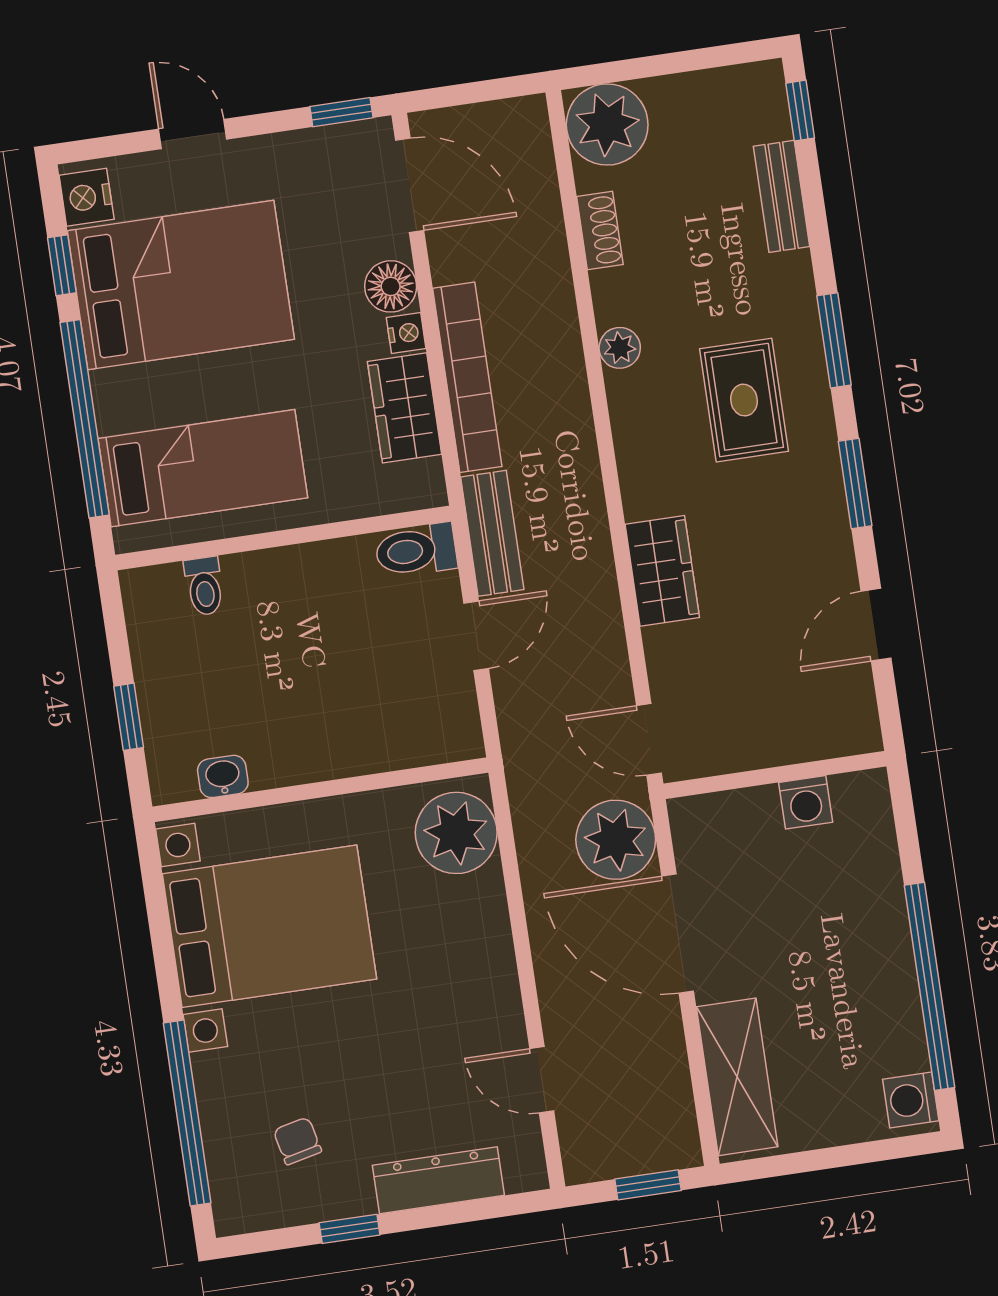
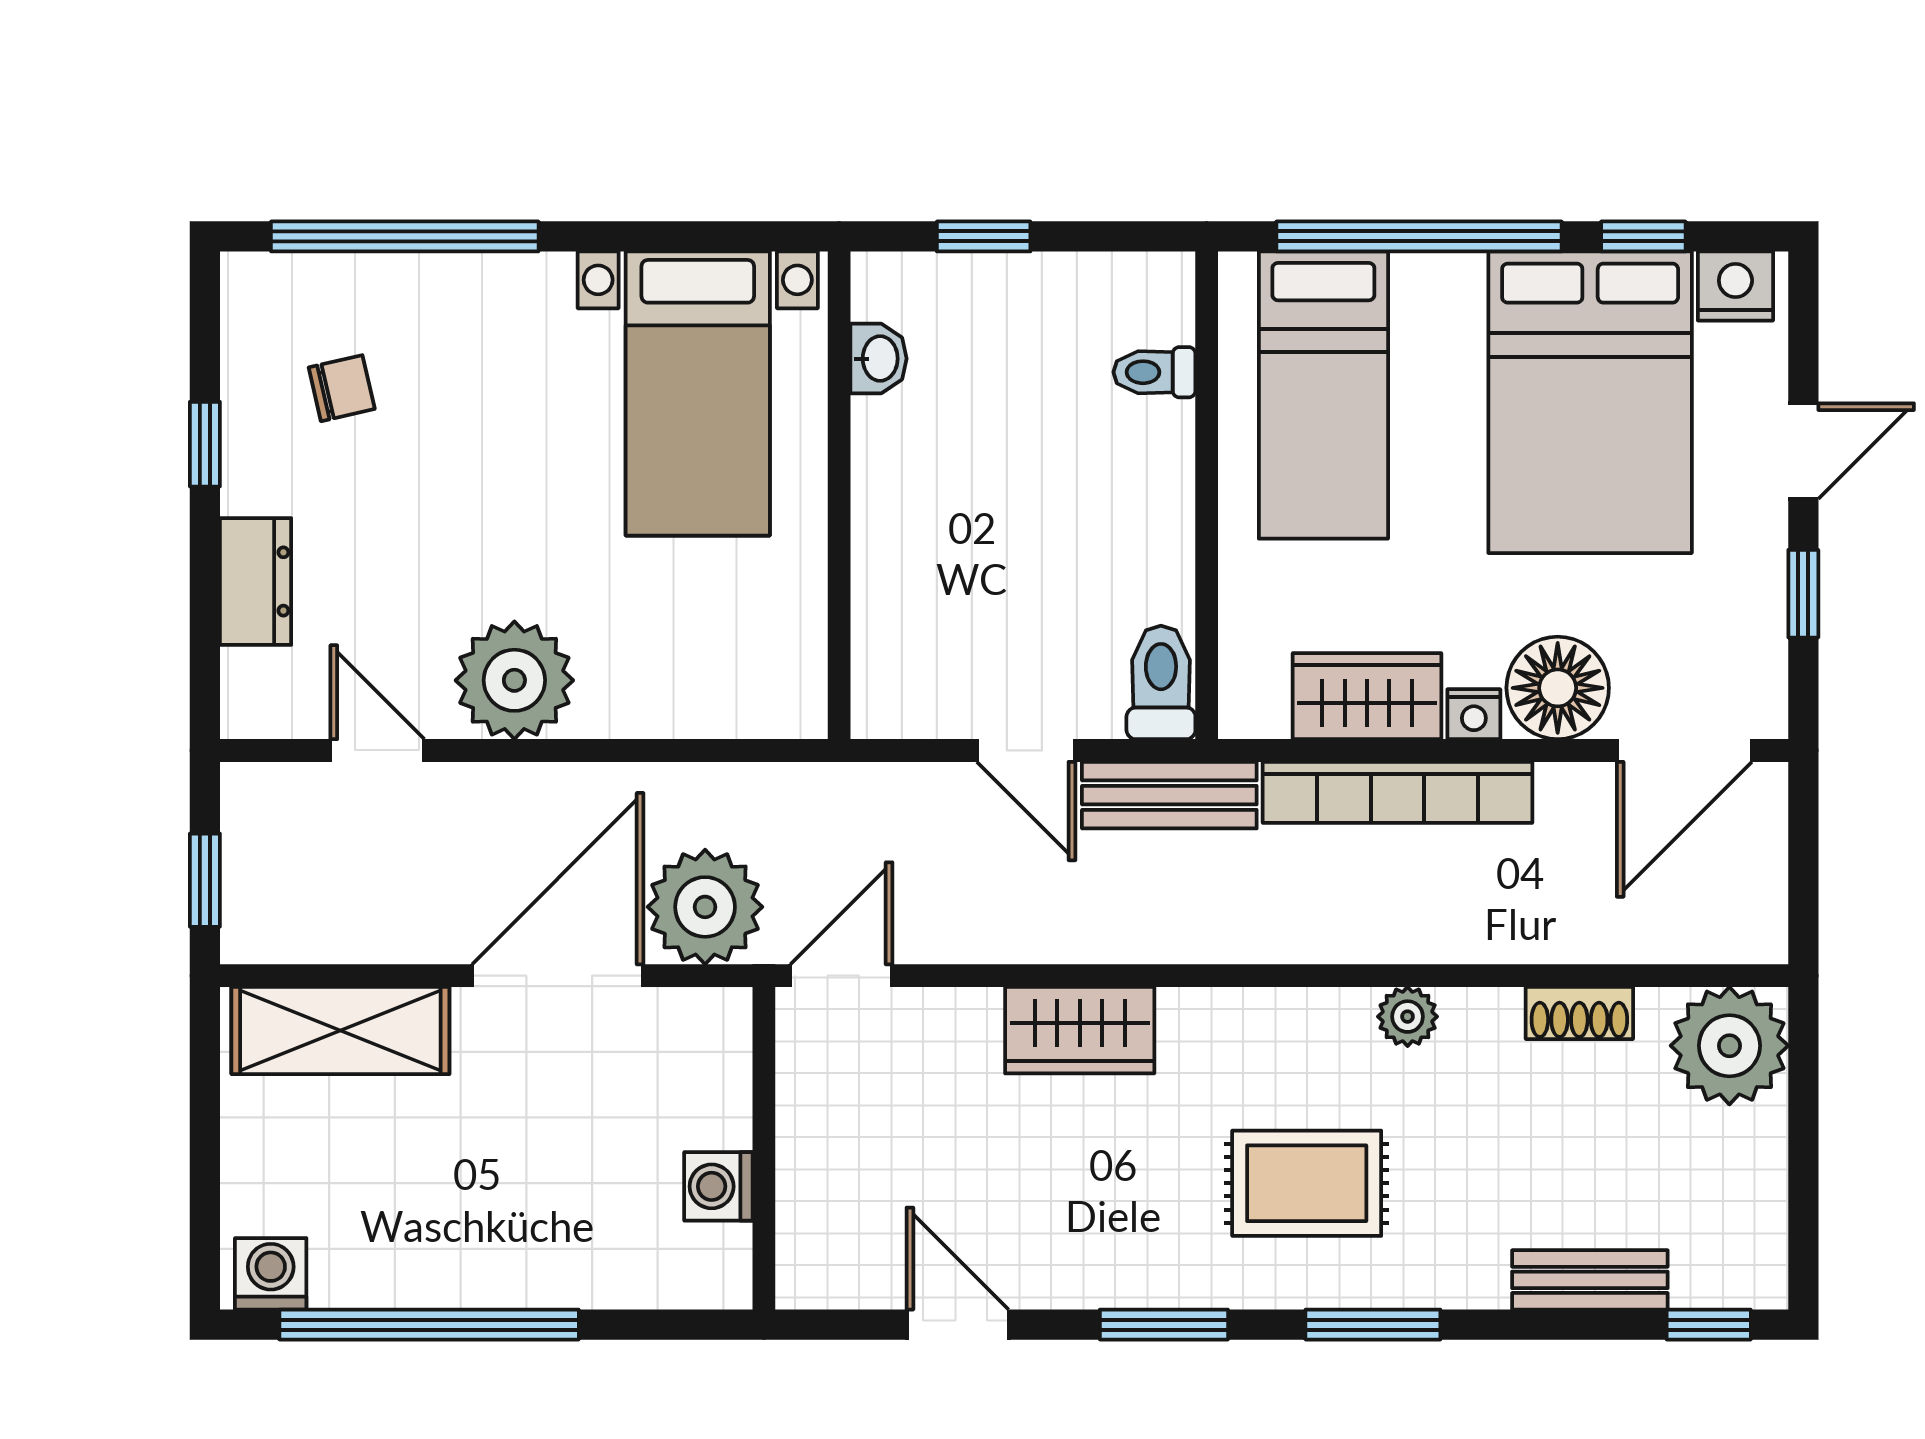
window: (341, 112) -> (1803, 594), moved
floor lamp: (391, 286) -> (1558, 688), width x1.38, depth x1.38
plant: (456, 833) -> (514, 680), moved
bed with nightstands: (269, 926) -> (698, 394), width x0.73
door: (542, 1080) -> (377, 750), hinge flipped
dresser: (438, 1180) -> (256, 581), width x0.70

